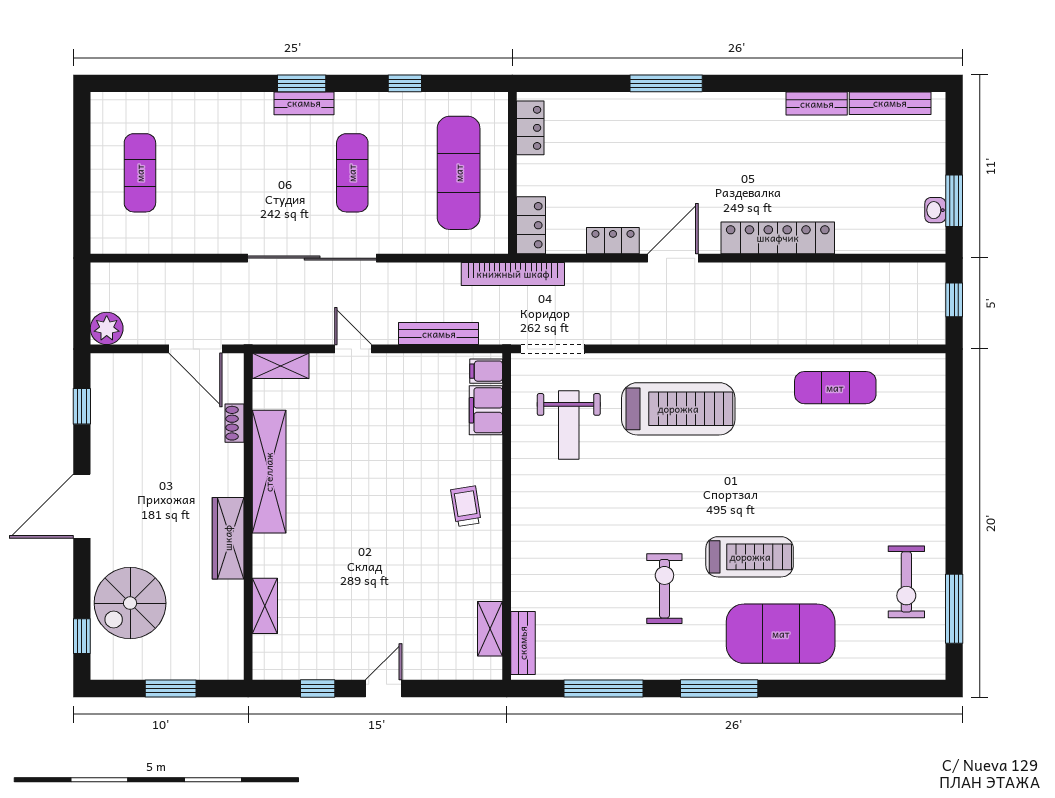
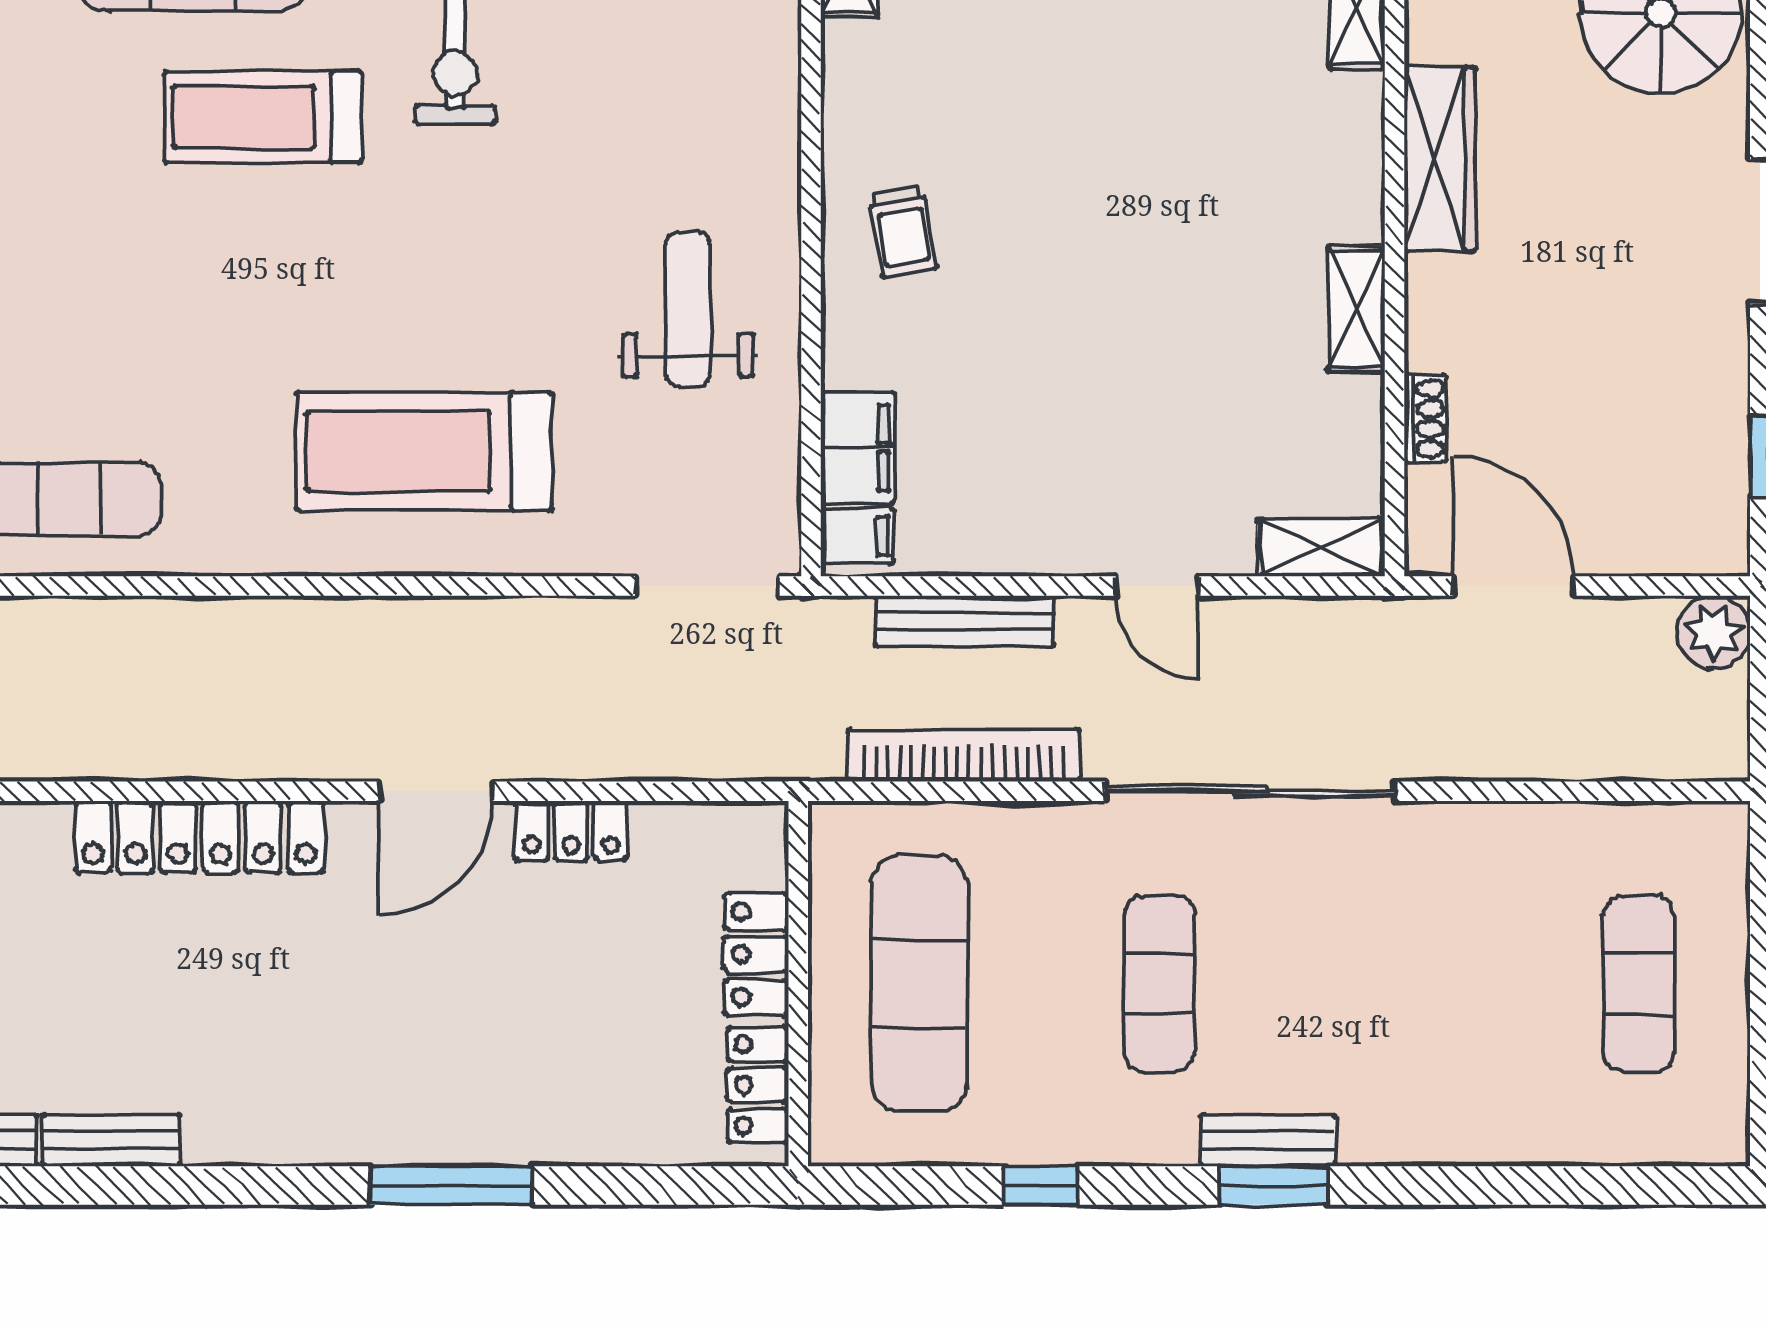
locker: (531, 225) -> (756, 954), moved
bookcase: (513, 274) -> (964, 755), moved
weight bench: (569, 425) -> (688, 309), moved
shelving: (269, 472) -> (1356, 309), width x0.45, depth x0.75

